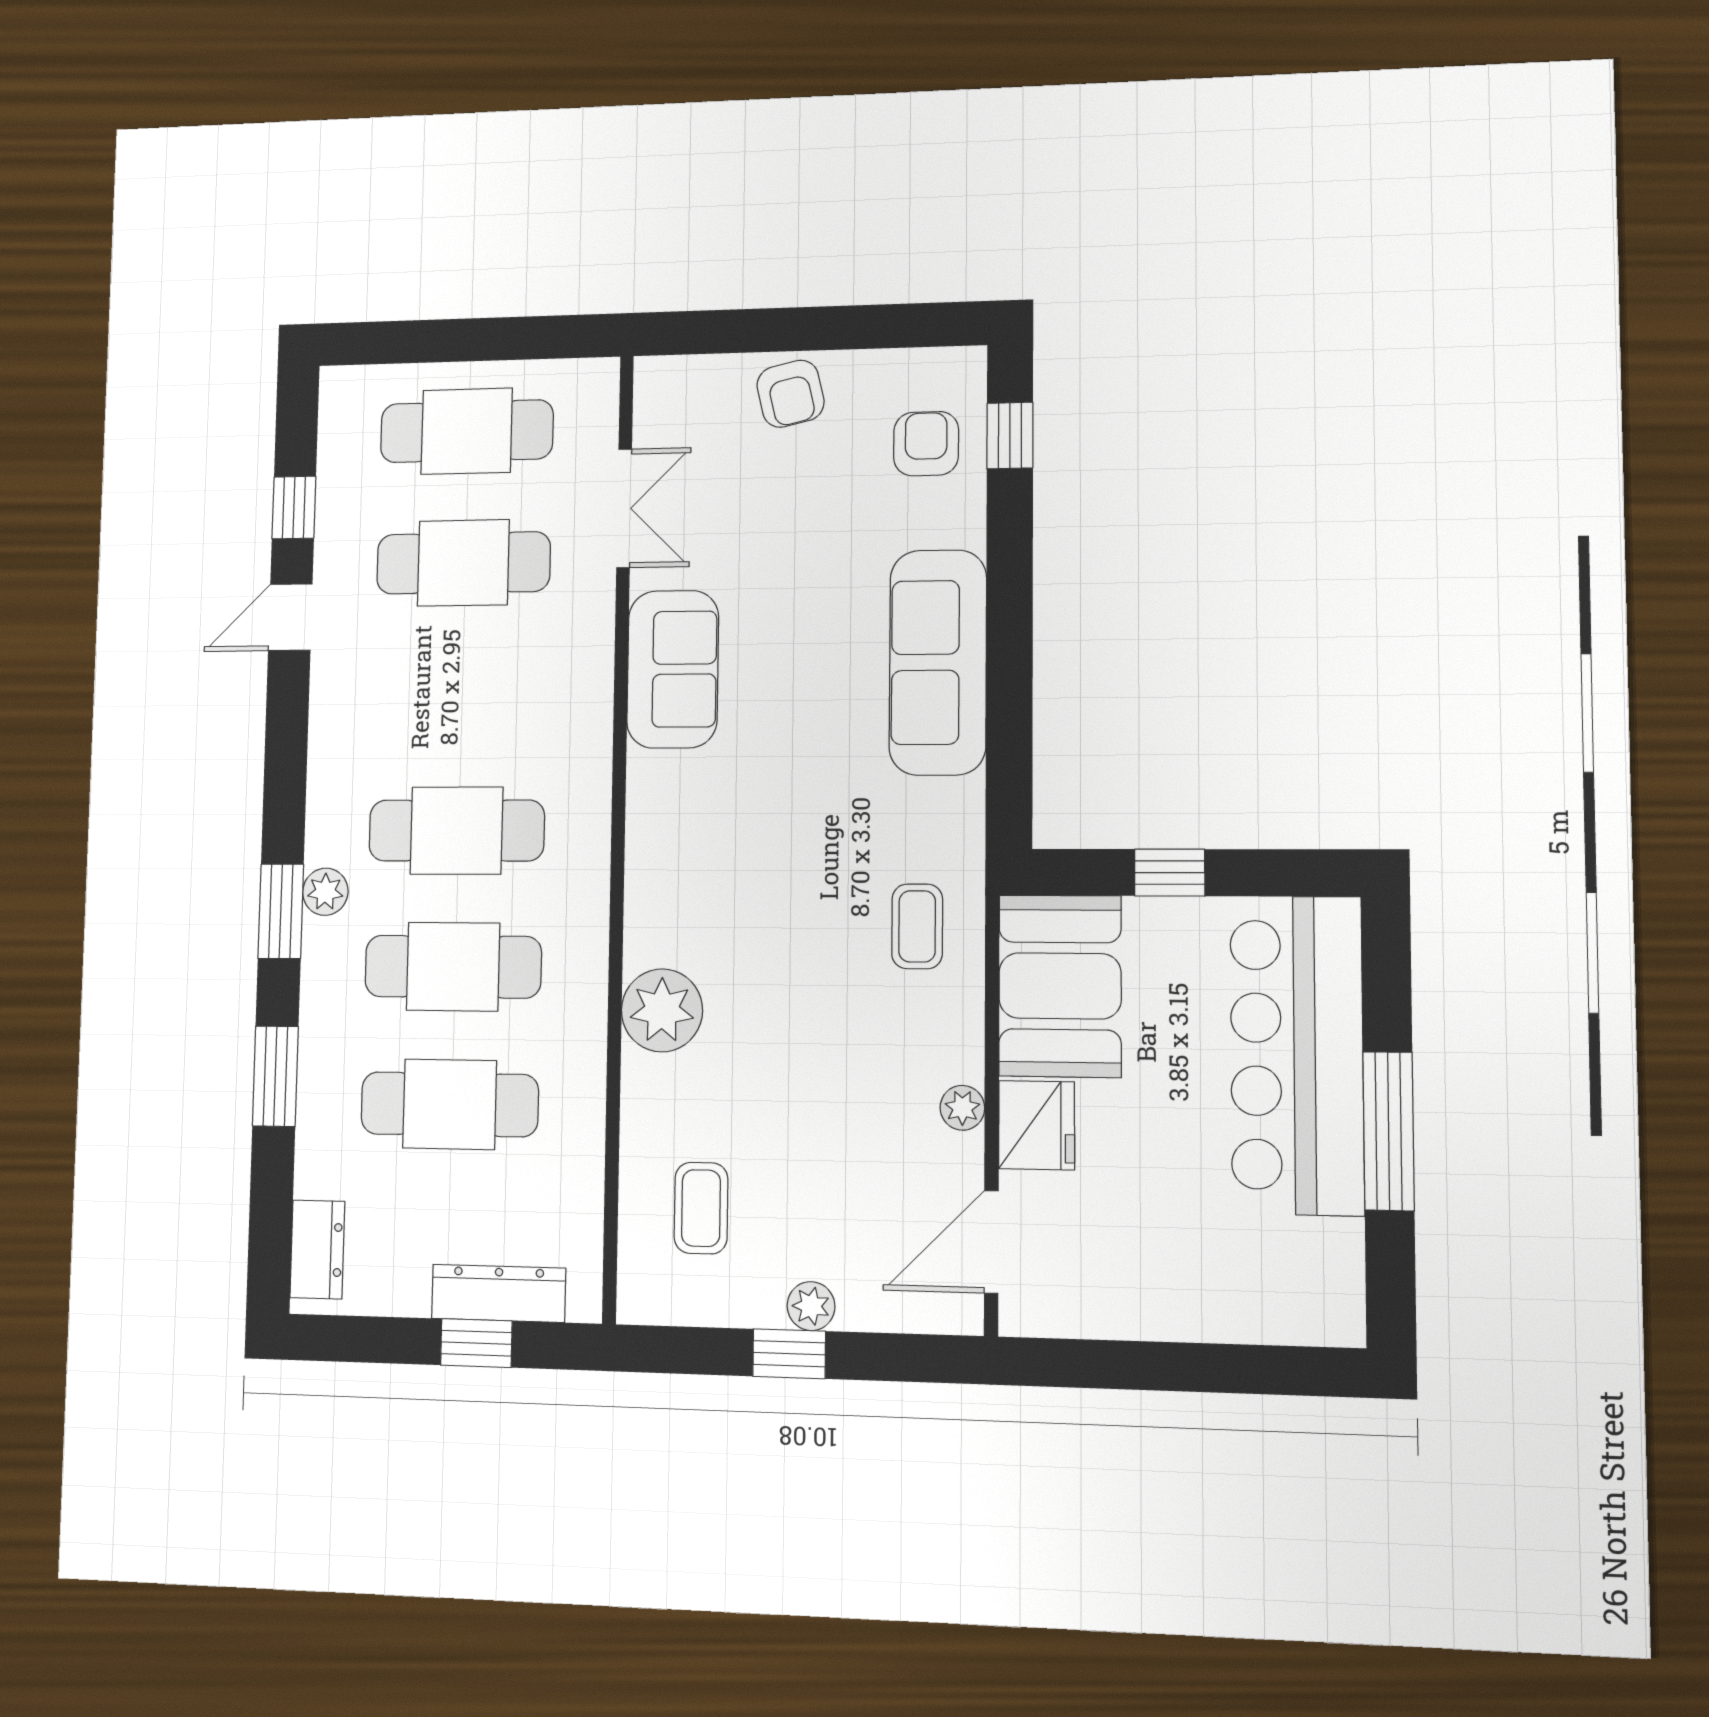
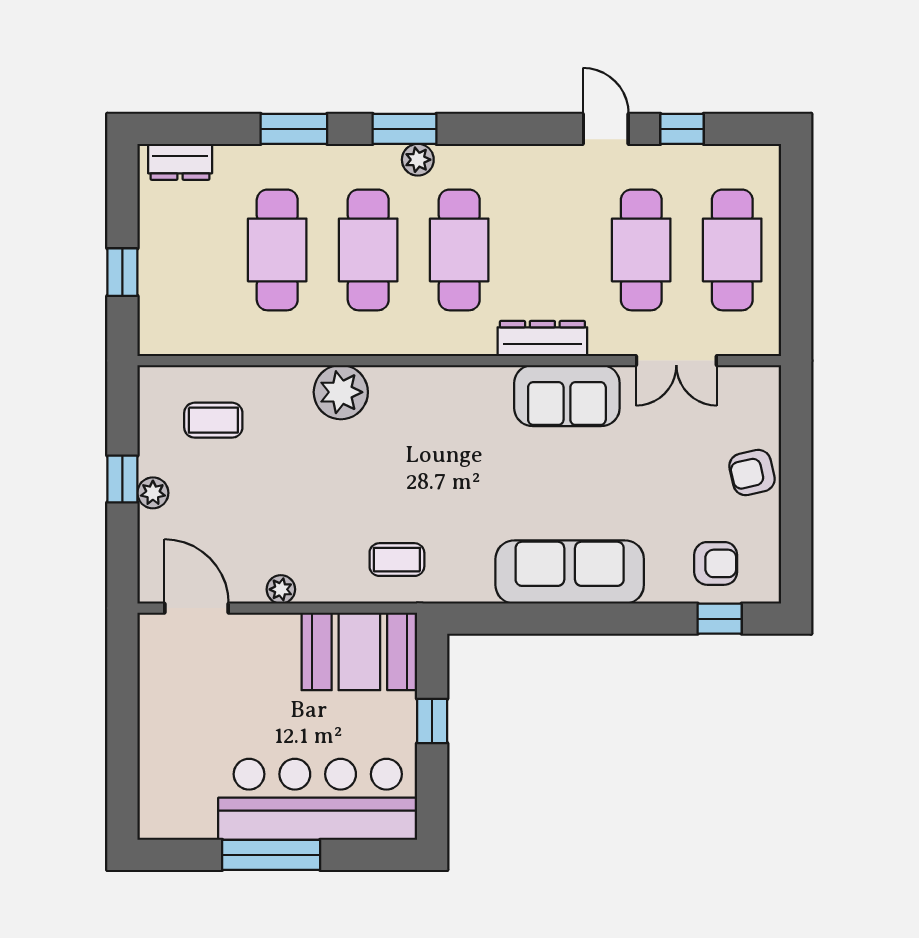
fridge: (1037, 1125) -> (271, 637), removed
dresser: (499, 1293) -> (542, 339), moved, turned -90

